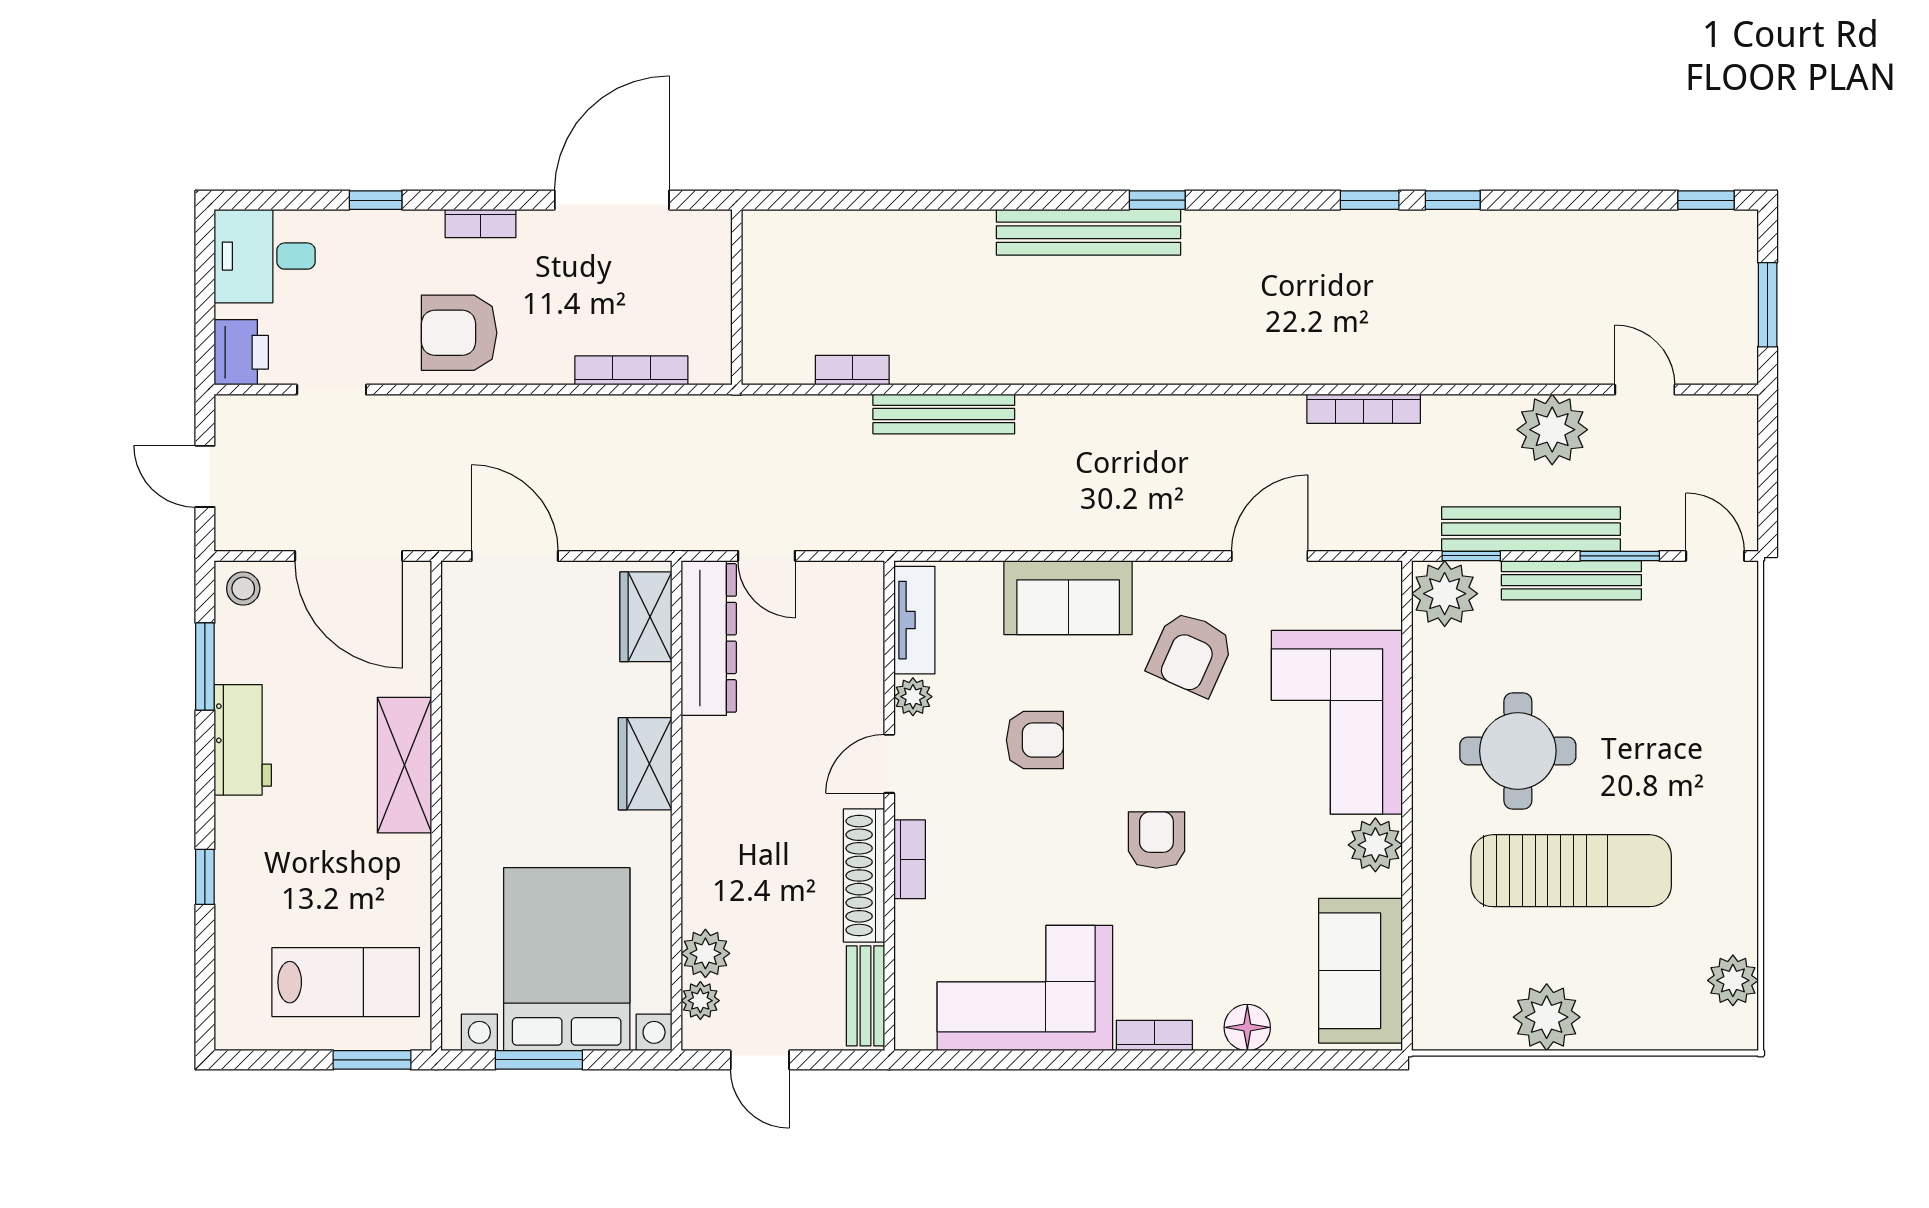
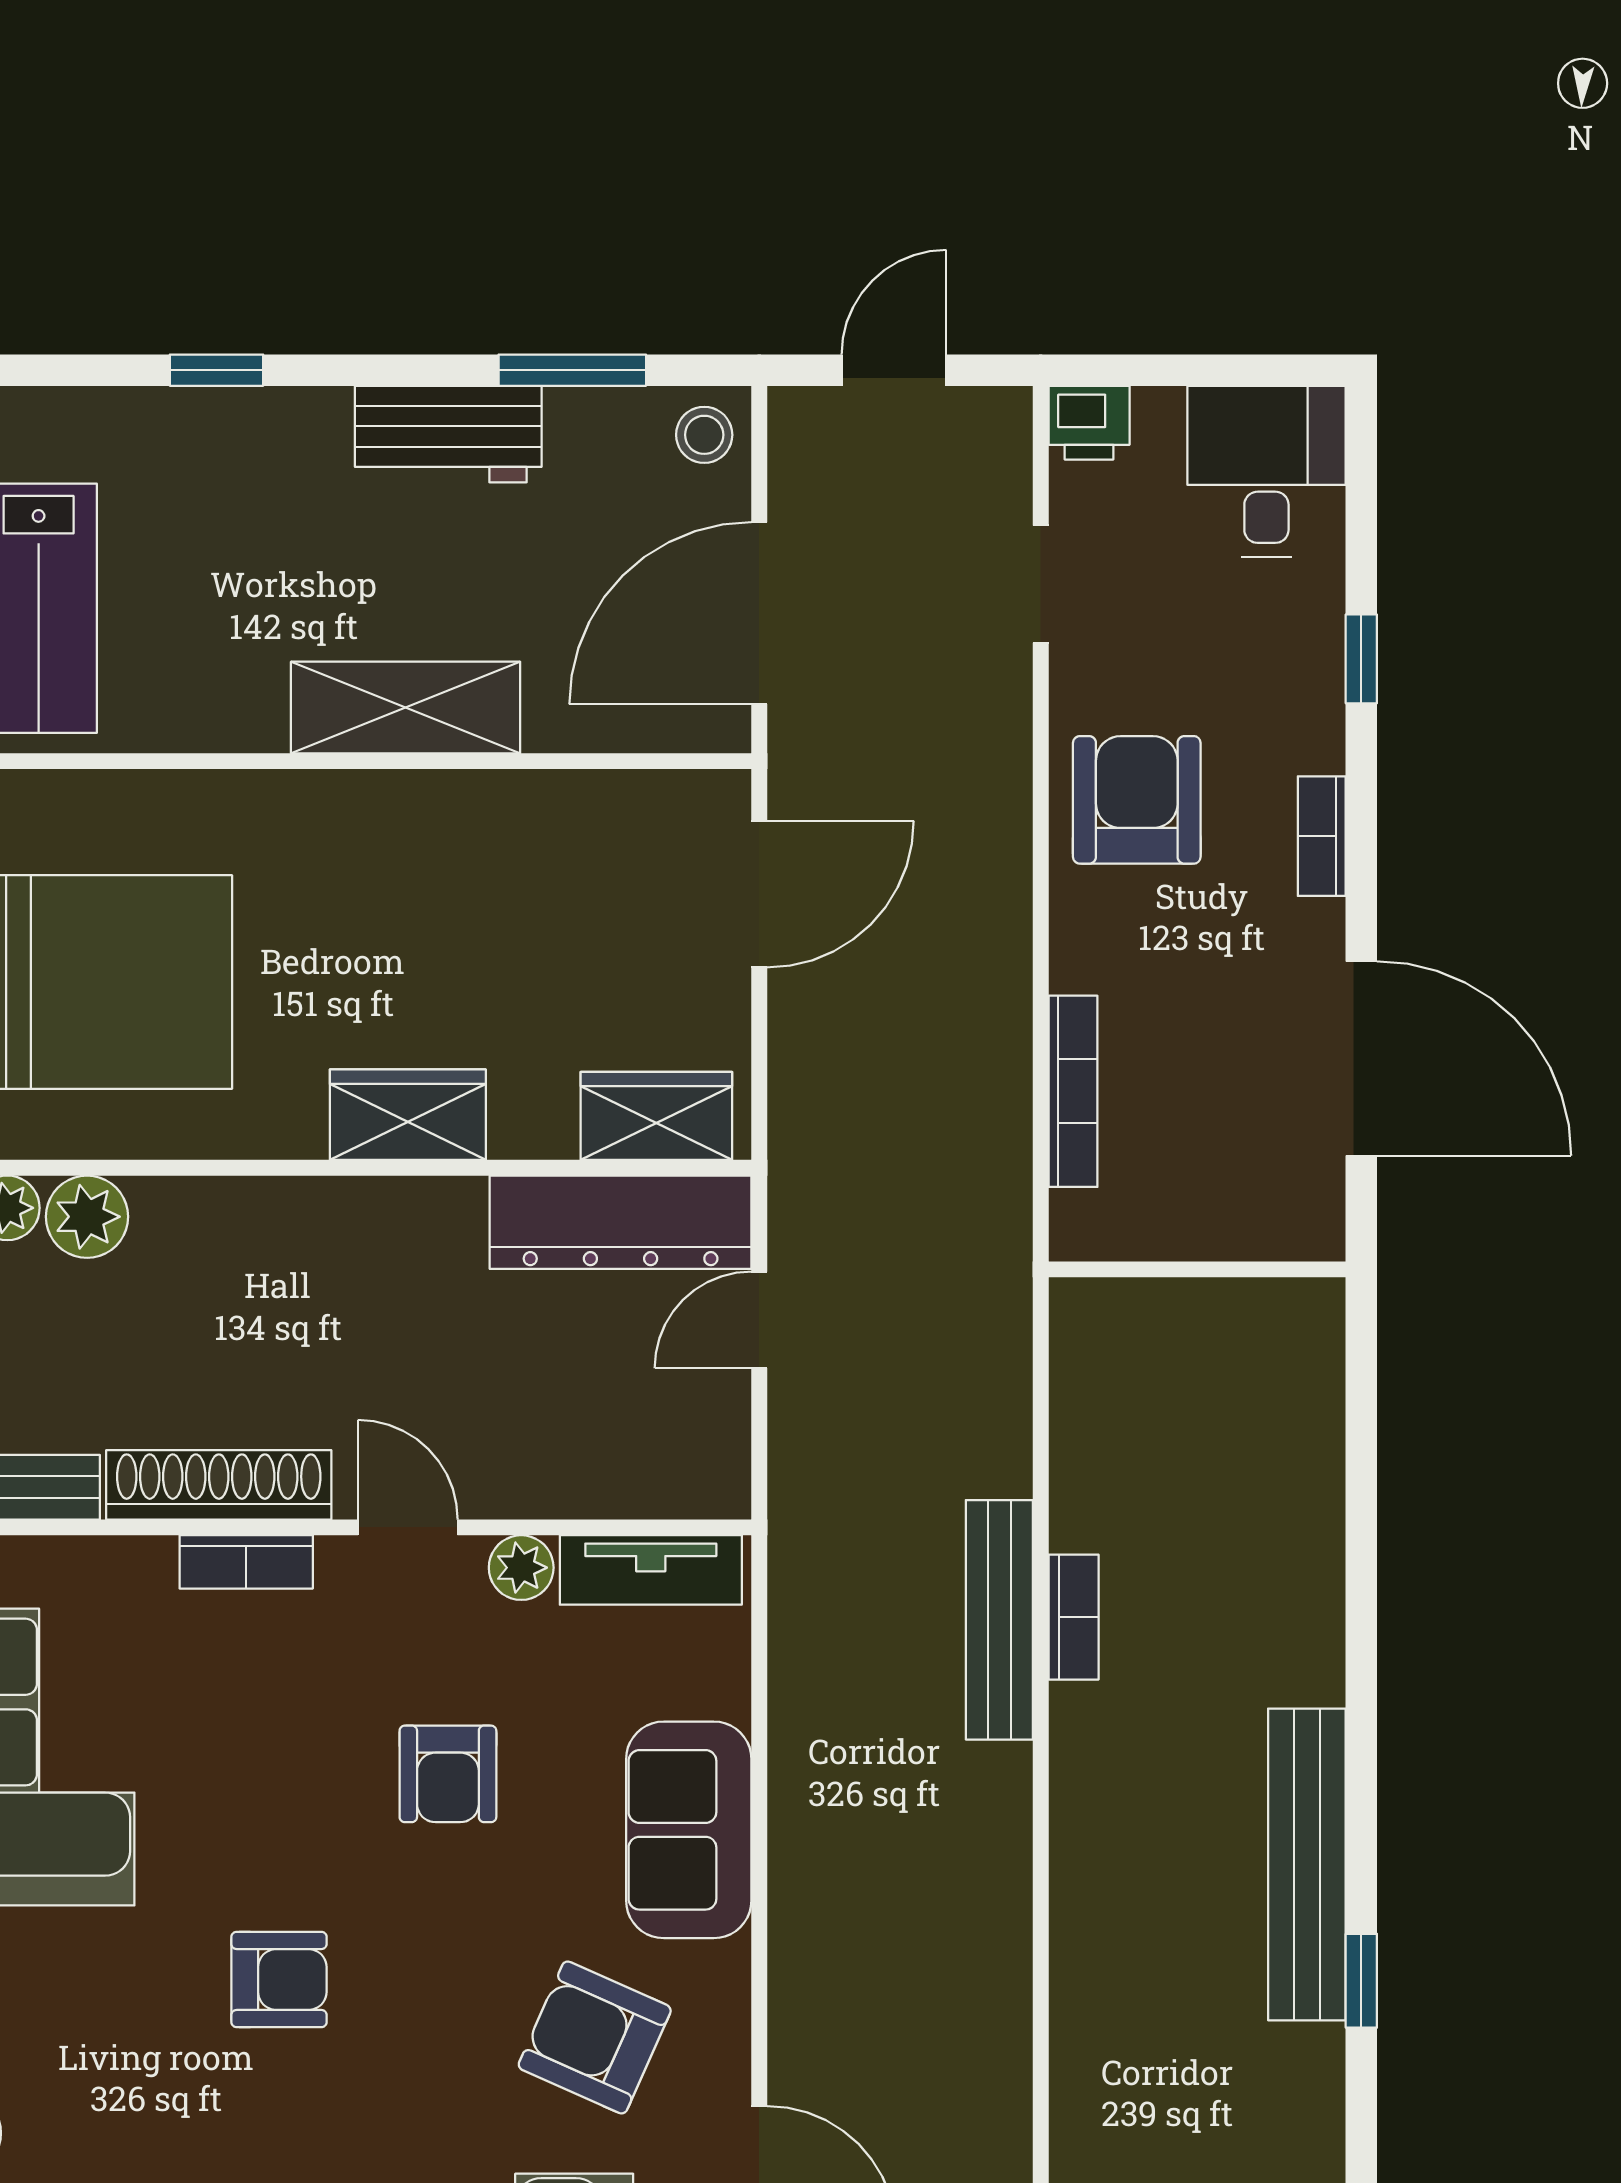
printer: (241, 352) -> (1089, 423), width x0.73, depth x0.81
bookcase: (852, 370) -> (1074, 1617), moved

